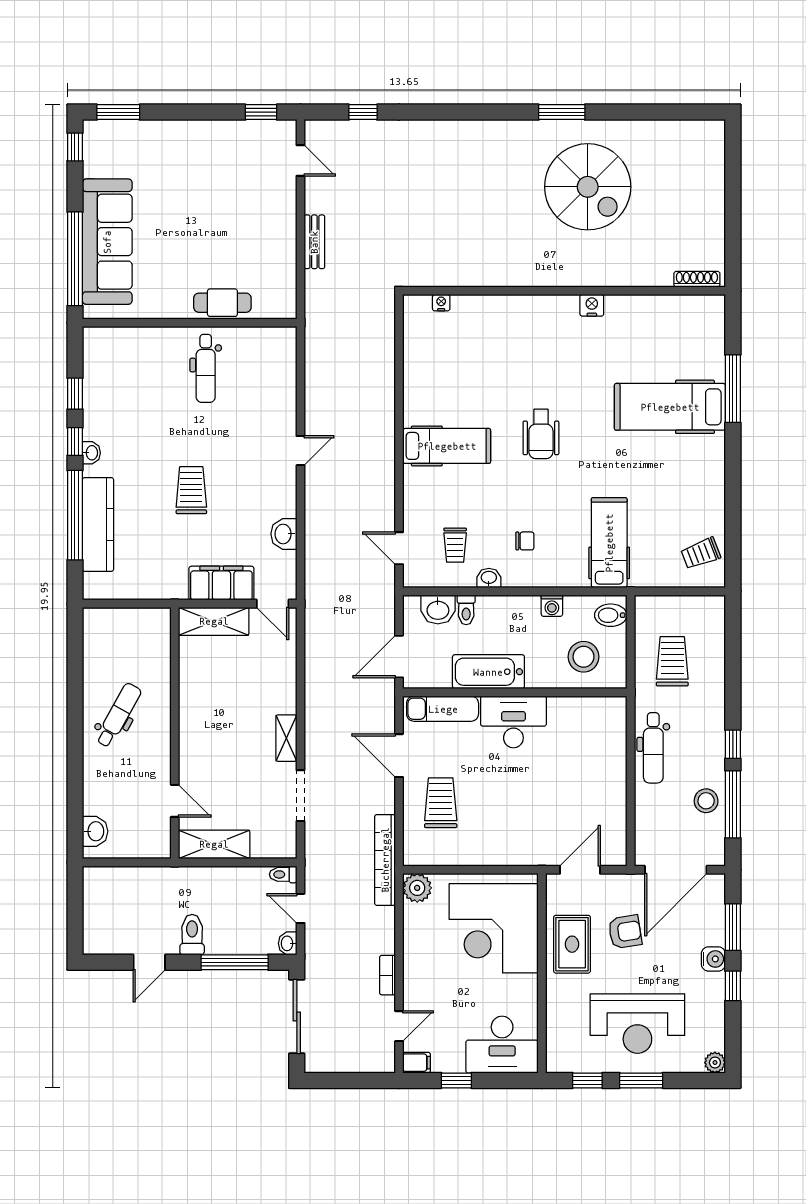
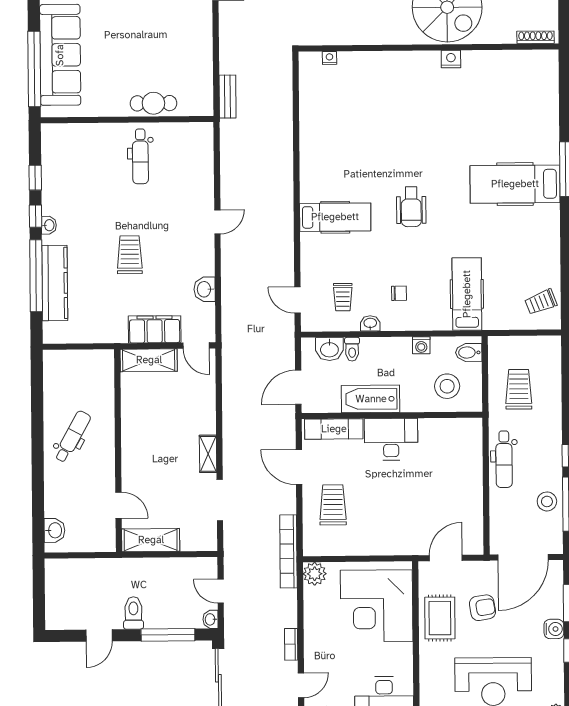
bench: (314, 242) -> (228, 97), moved
shoe rack: (697, 279) -> (536, 37), moved
wall: (564, 291) -> (428, 47), moved
nightstand: (441, 303) -> (329, 58), moved
nightstand: (592, 305) -> (451, 59), moved
toilet: (283, 874) -> (206, 564), removed

